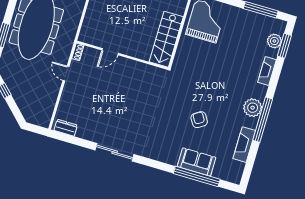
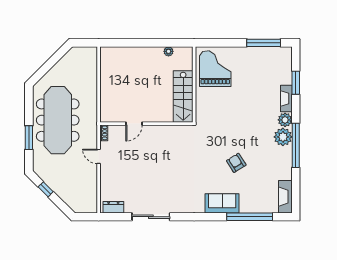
plant: (274, 41) -> (285, 120), moved
window: (284, 46) -> (296, 83), moved
fireplace: (244, 145) -> (285, 197), moved
sliding door: (115, 152) -> (151, 217), moved
sofa: (197, 162) -> (222, 203), moved

